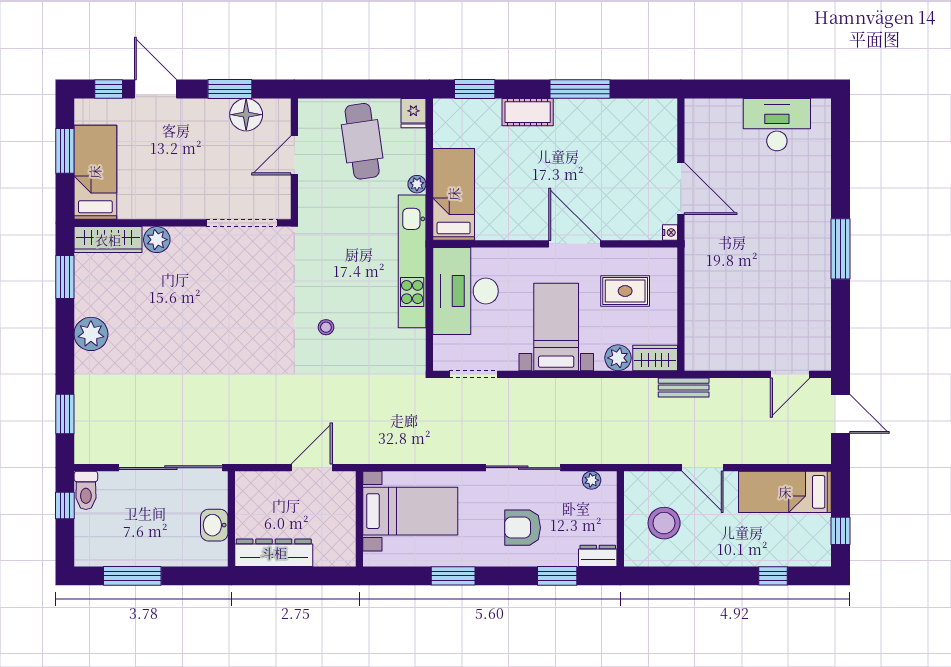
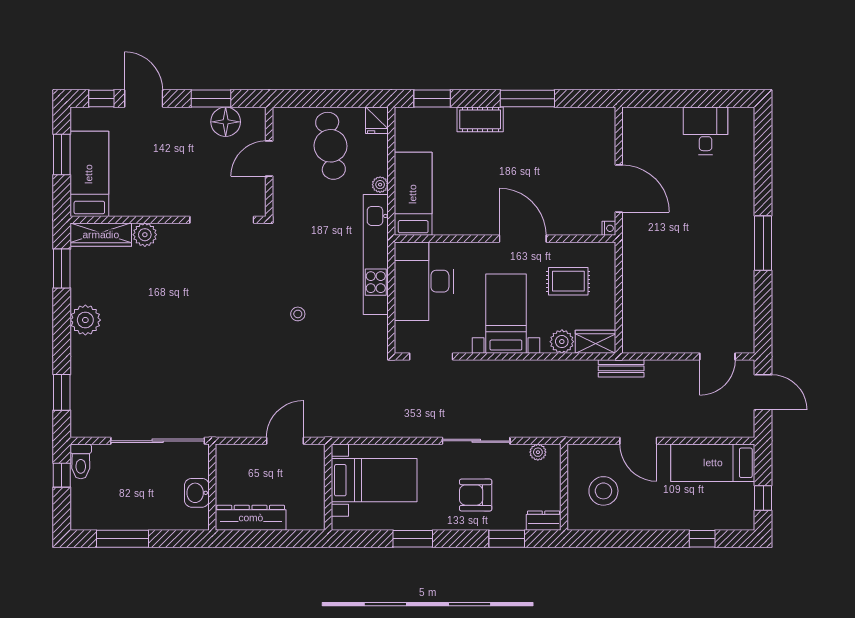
desk: (777, 125) -> (706, 131), width x0.73

